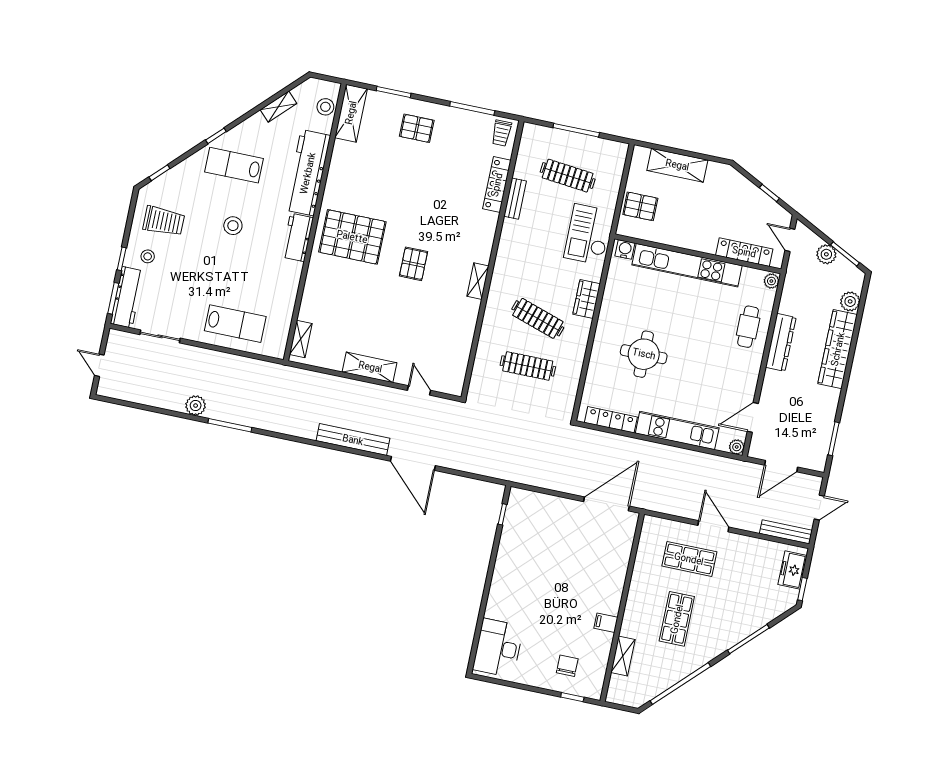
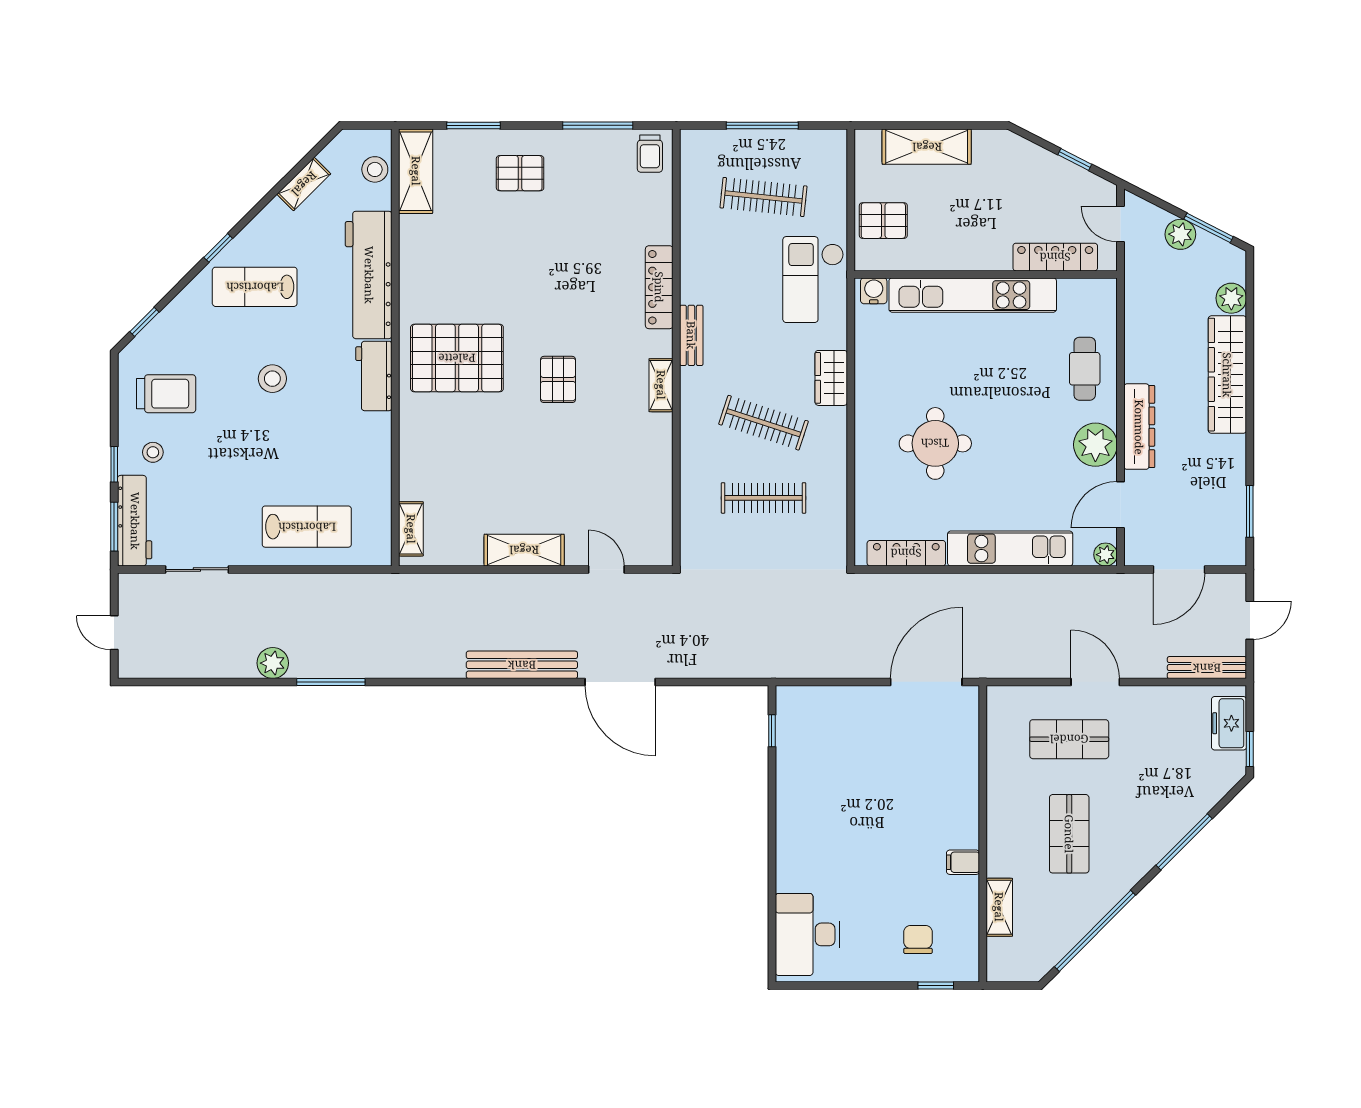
locker: (497, 185) -> (659, 287), moved
bench: (515, 199) -> (691, 335), moved
plant: (771, 281) -> (1095, 445), moved, width x1.88, depth x1.88
dresser: (781, 342) -> (1139, 427), moved

